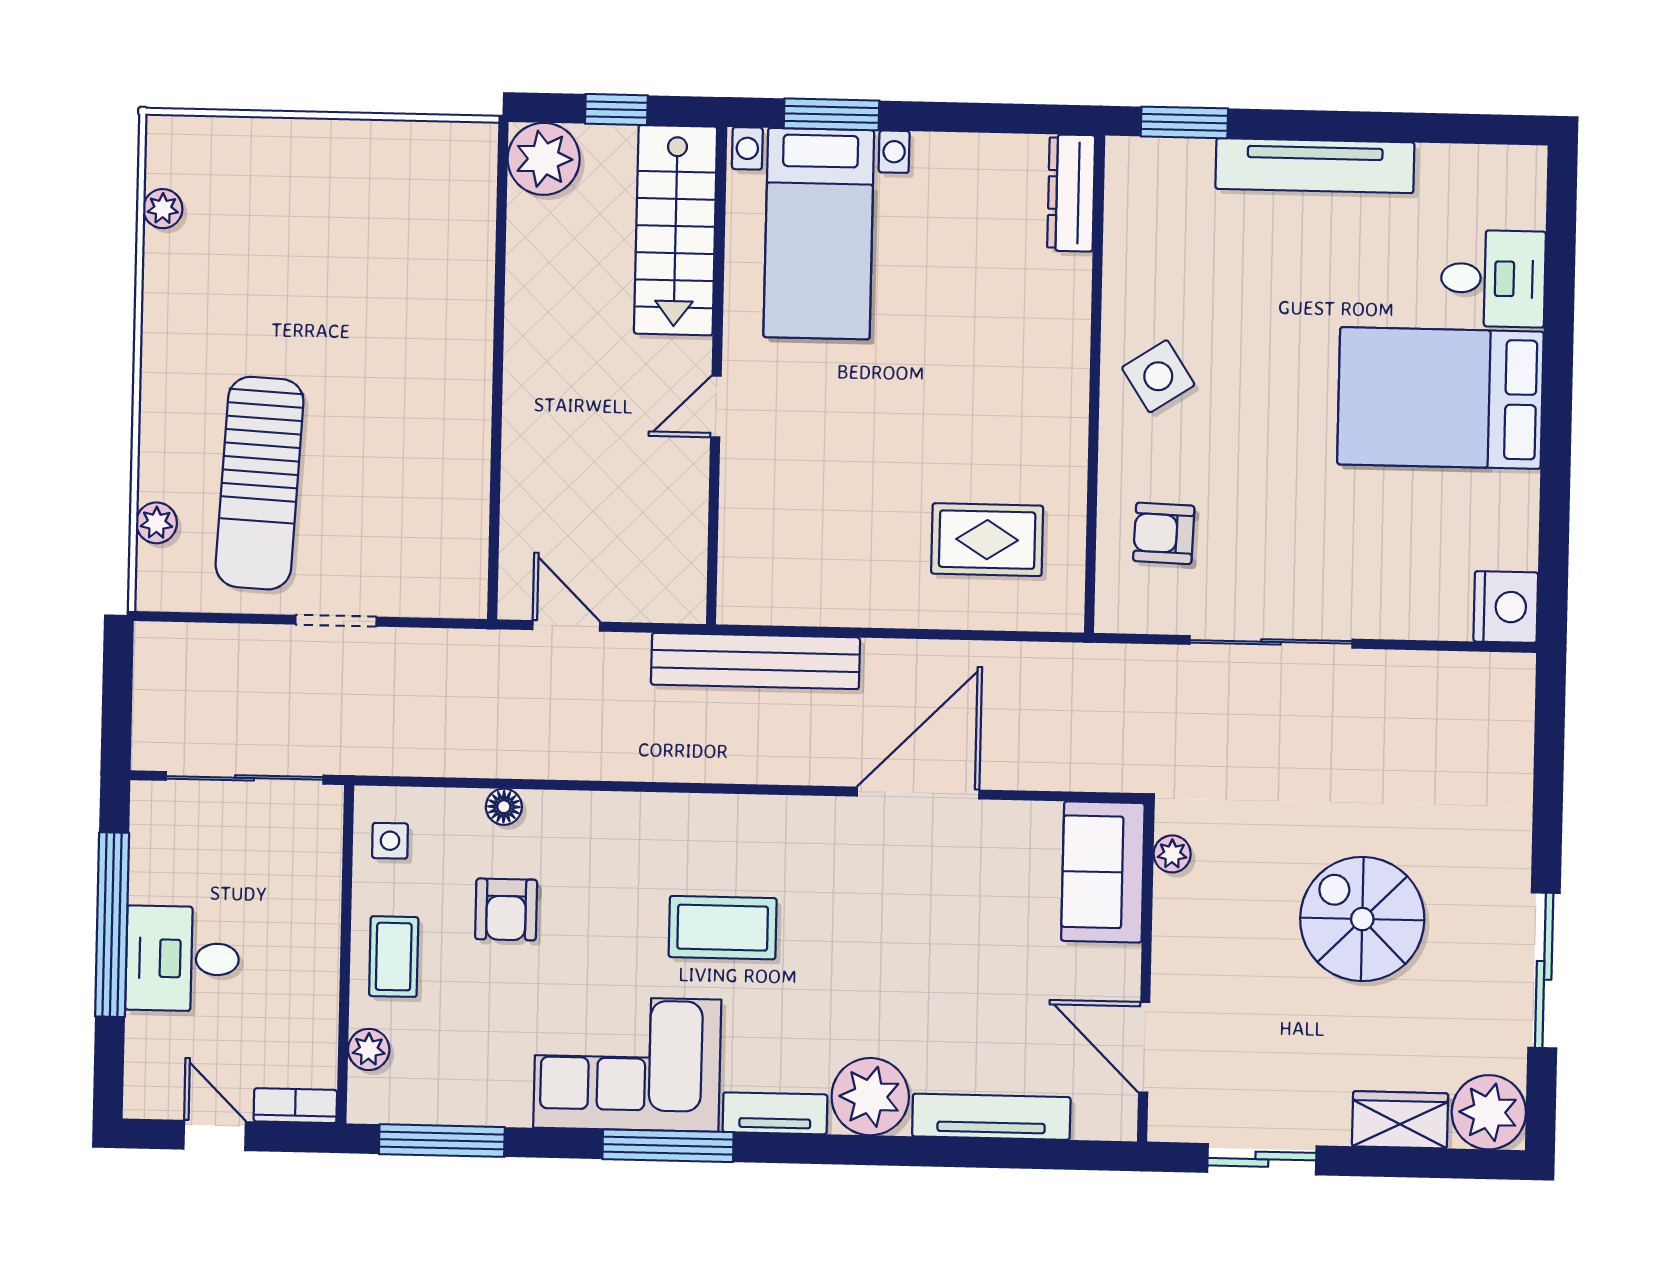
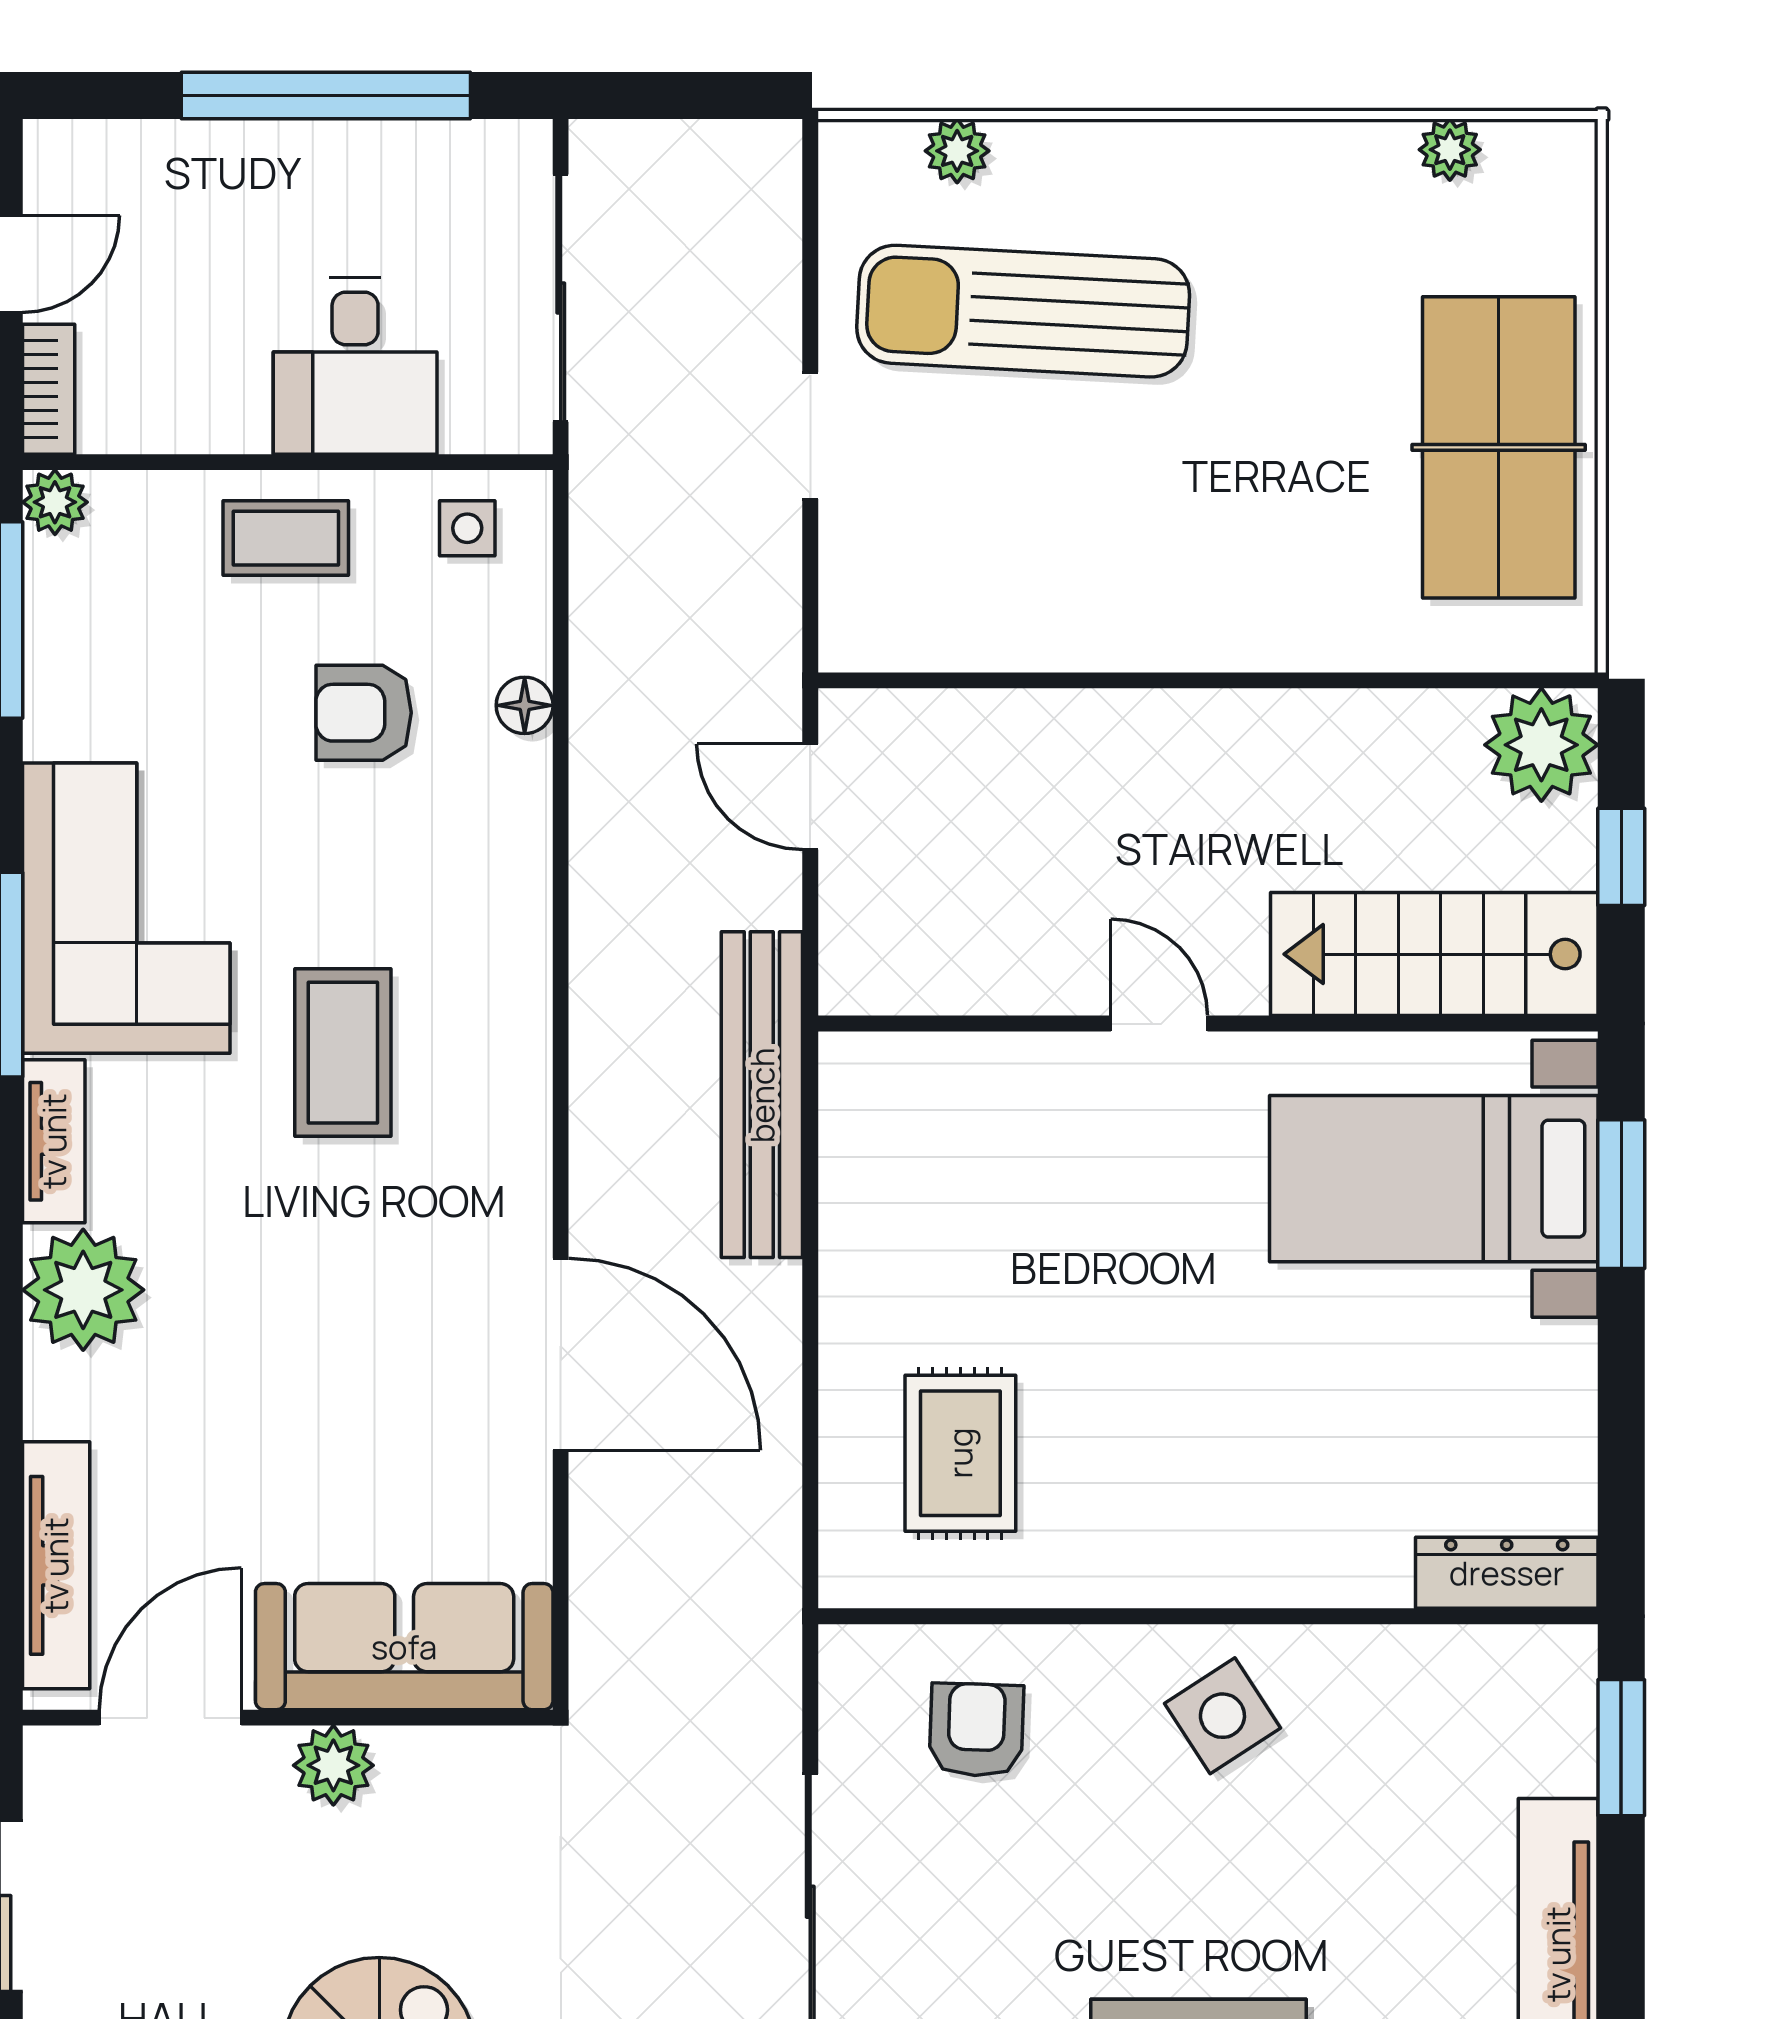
table tennis table: (353, 182) -> (1499, 447), added
door: (566, 626) -> (810, 797), swing flipped
plant: (1172, 854) -> (333, 1765), moved, width x1.38, depth x1.38
sofa: (1103, 872) -> (404, 1647), width x1.36
desk: (182, 959) -> (355, 366), moved, turned 180
plant: (369, 1049) -> (55, 502), moved
tv unit: (991, 1117) -> (56, 1565), moved

